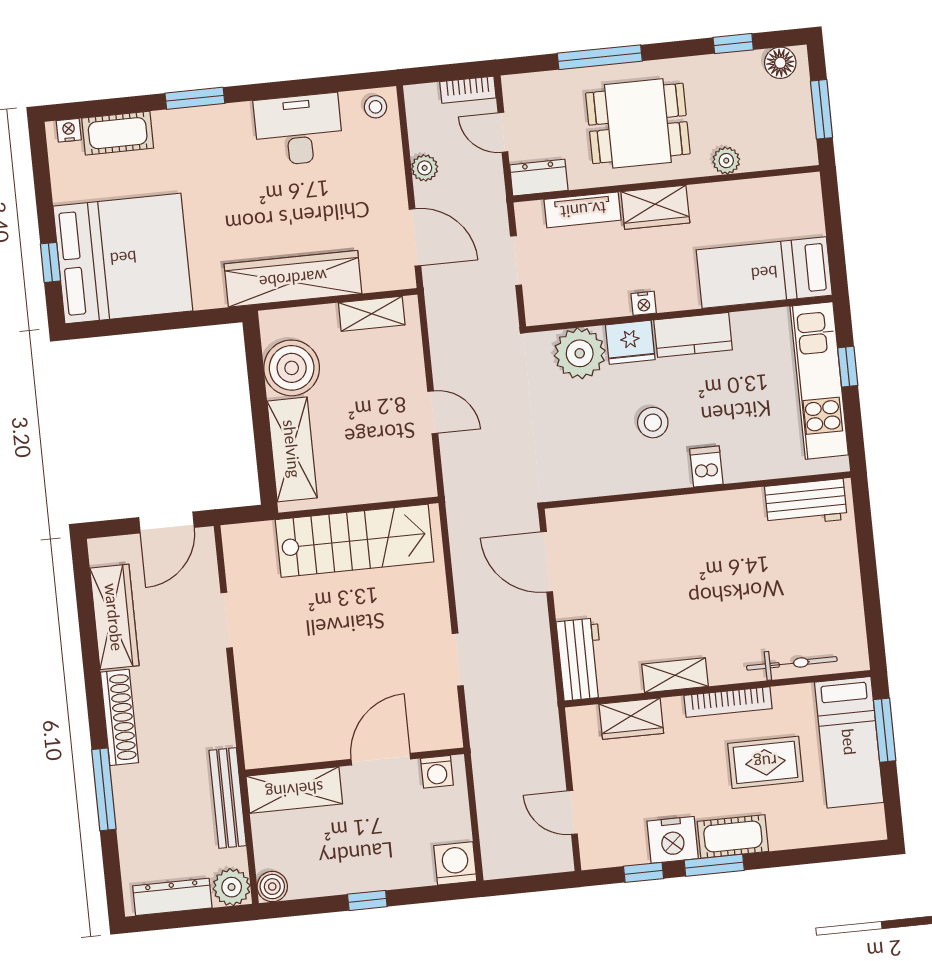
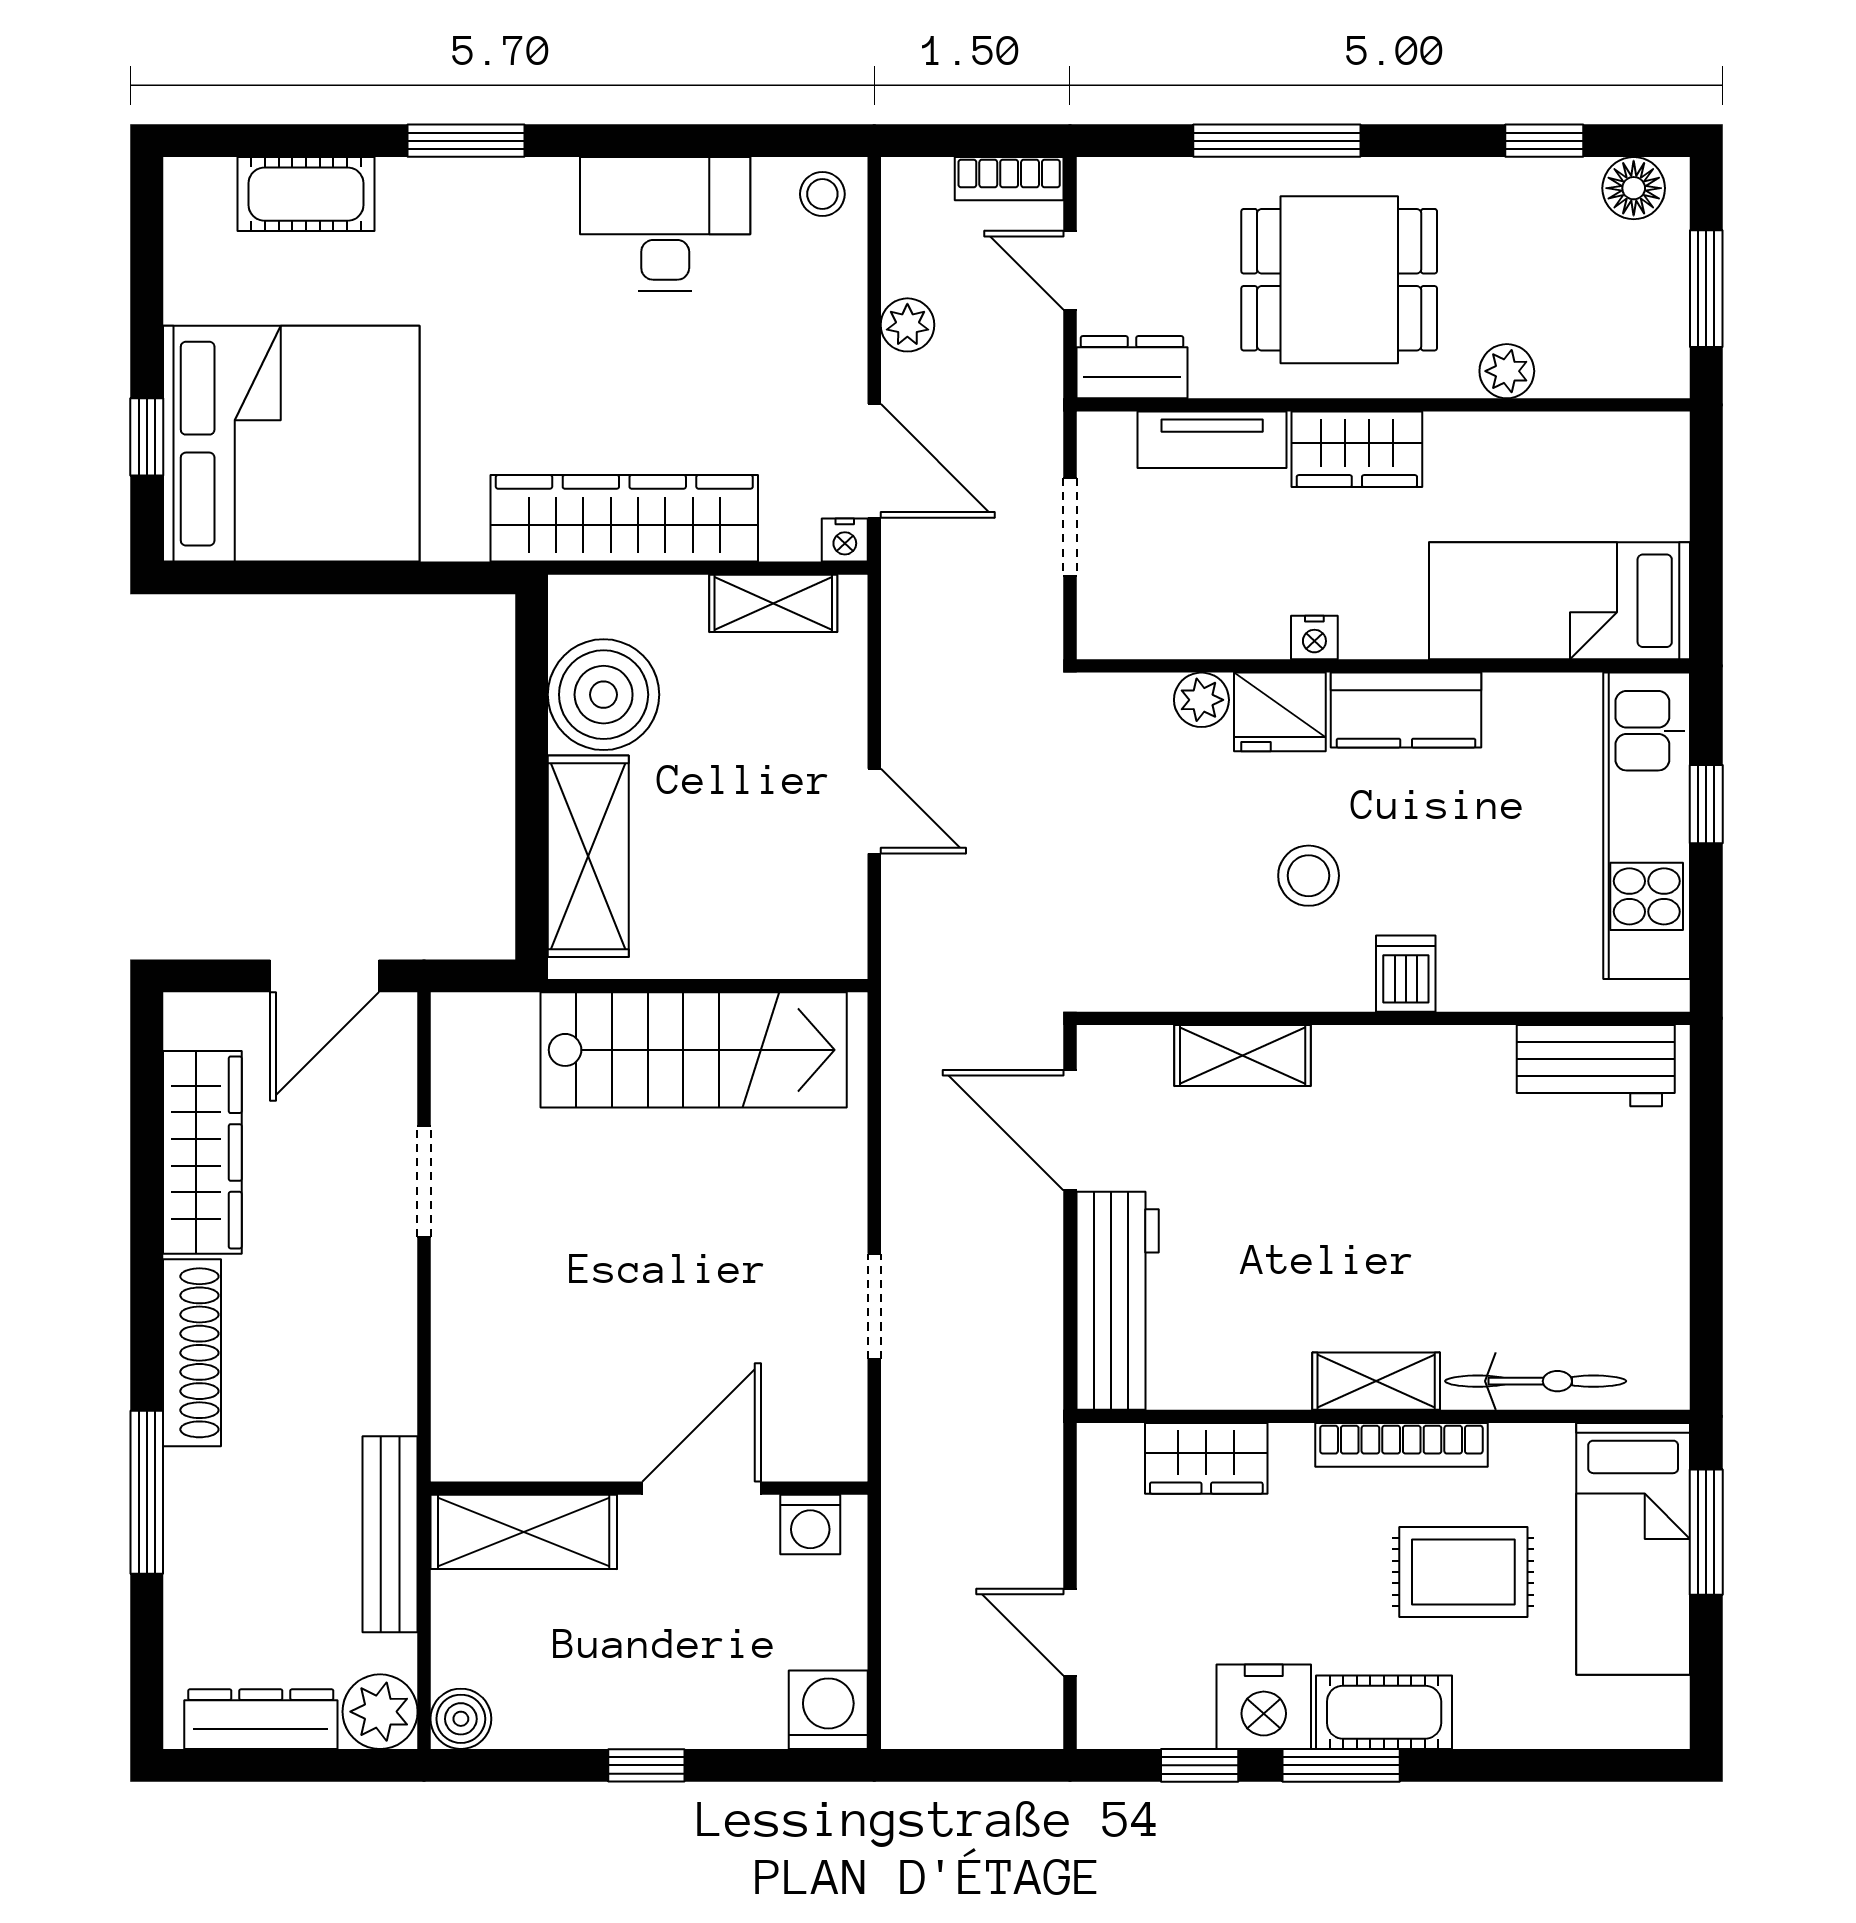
nightstand: (69, 130) -> (845, 540), moved, turned 180
plant: (580, 353) -> (1201, 700), width x0.53, depth x0.53
shelving: (629, 516) -> (1243, 1055), added
workbench: (580, 659) -> (1118, 1301), width x1.38
shelving: (675, 675) -> (1376, 1381), moved

